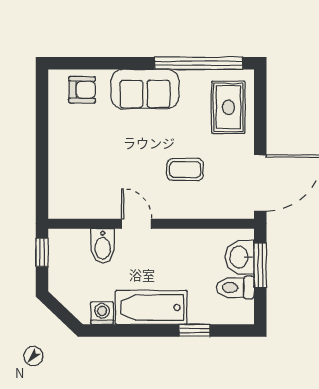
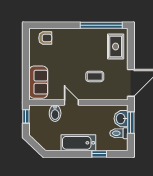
sofa: (145, 89) -> (38, 82), moved, turned -90
washing machine: (102, 313) -> (55, 146), removed

